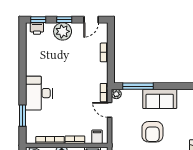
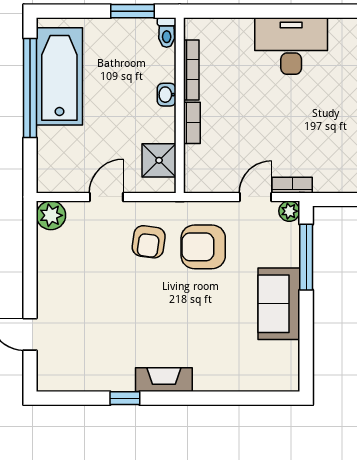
window: (23, 116) -> (243, 11), removed
armchair: (152, 132) -> (203, 247), moved
filing cabinet: (97, 137) -> (198, 170), removed

